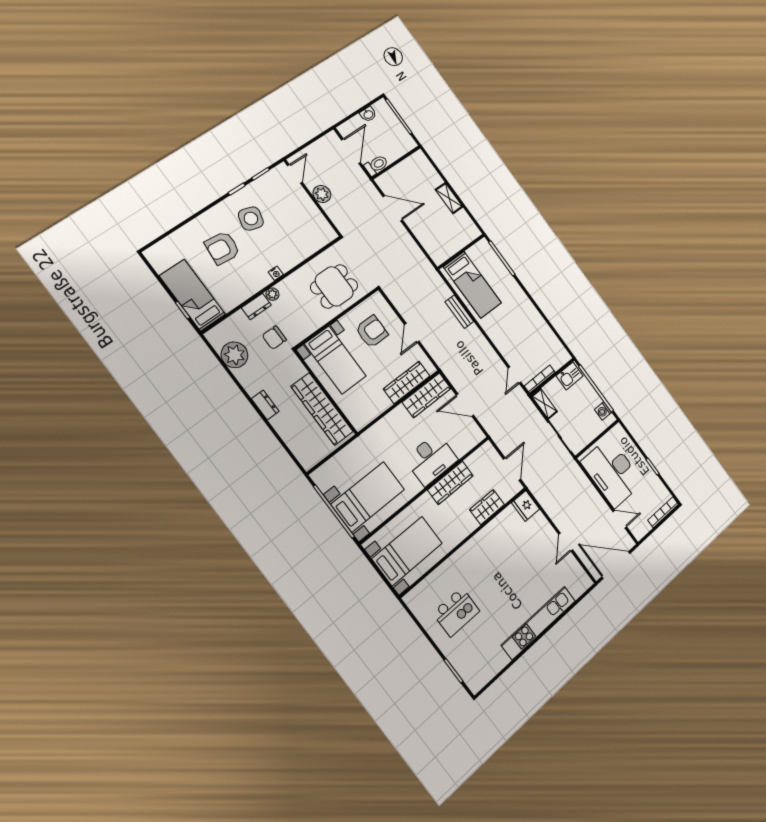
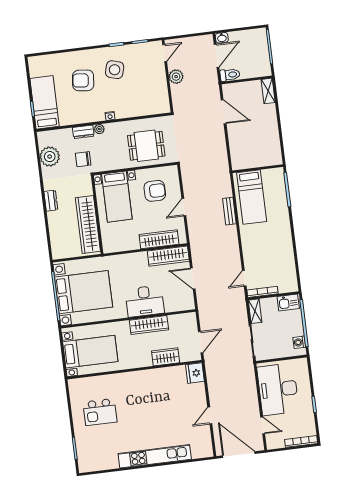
washbasin: (368, 114) -> (222, 38), moved
shelving: (449, 198) -> (268, 91), moved
bed with nightstands: (368, 497) -> (84, 292), width x1.36

